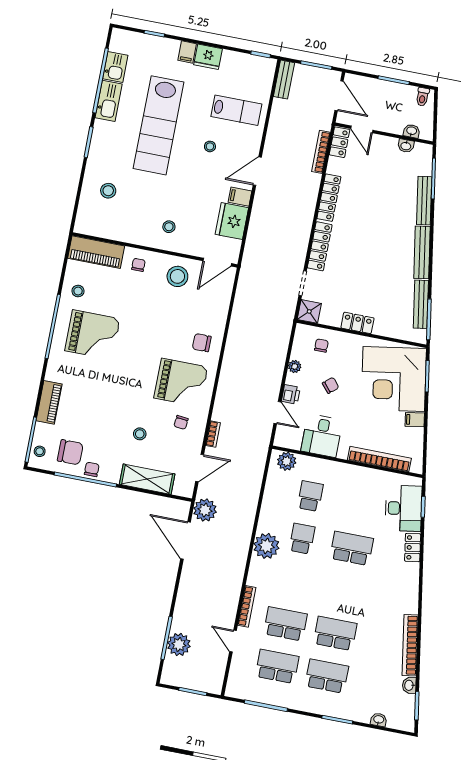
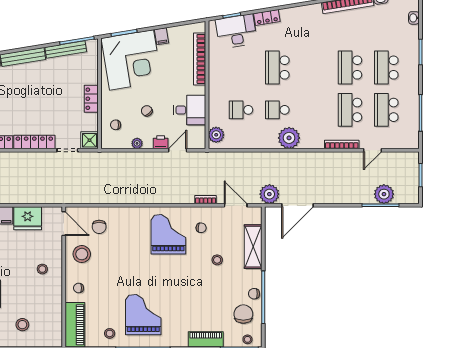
chair: (202, 343) -> (99, 227), moved

